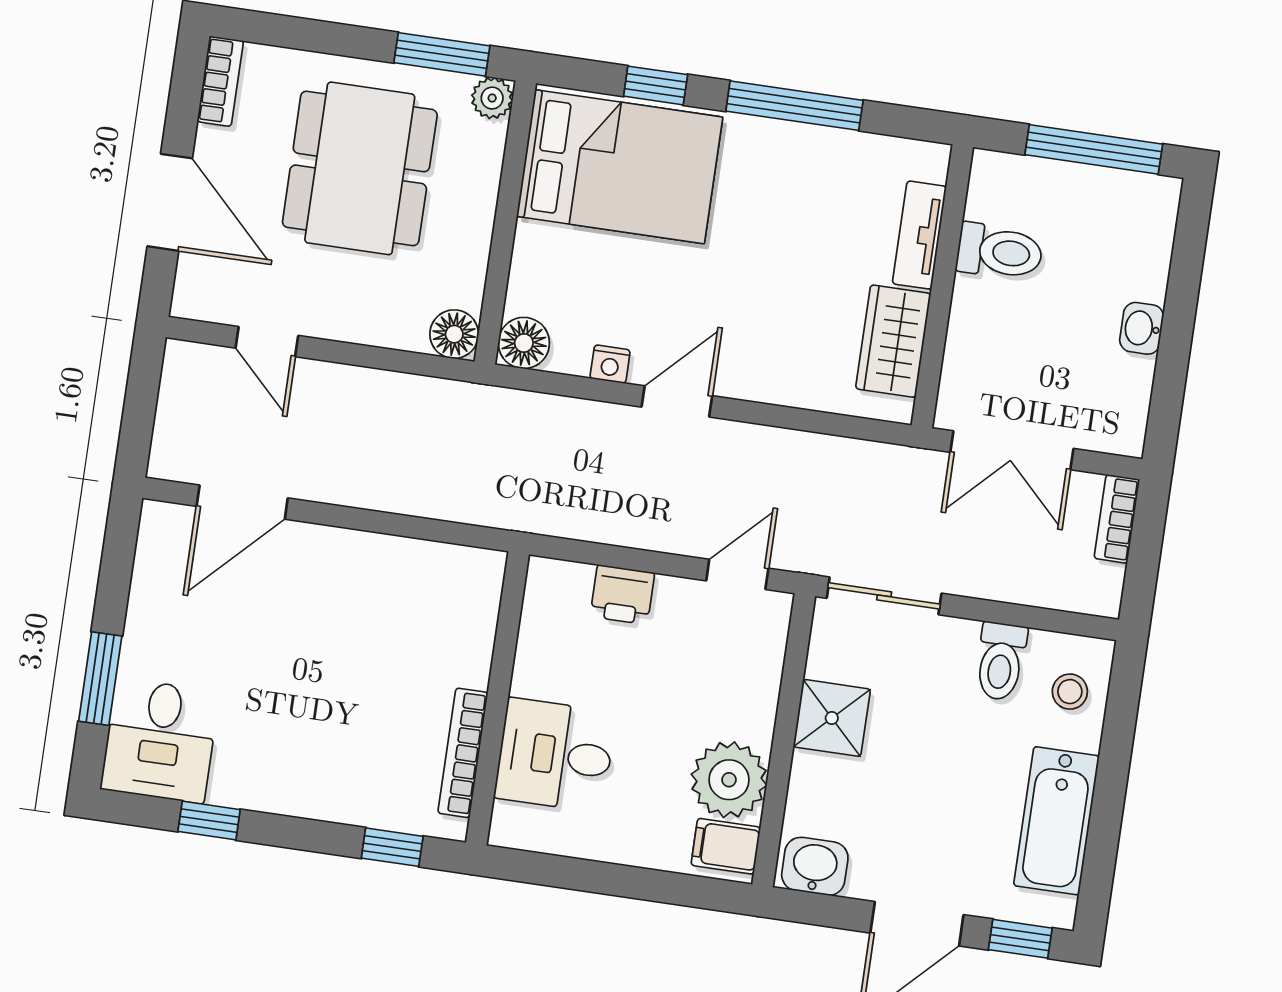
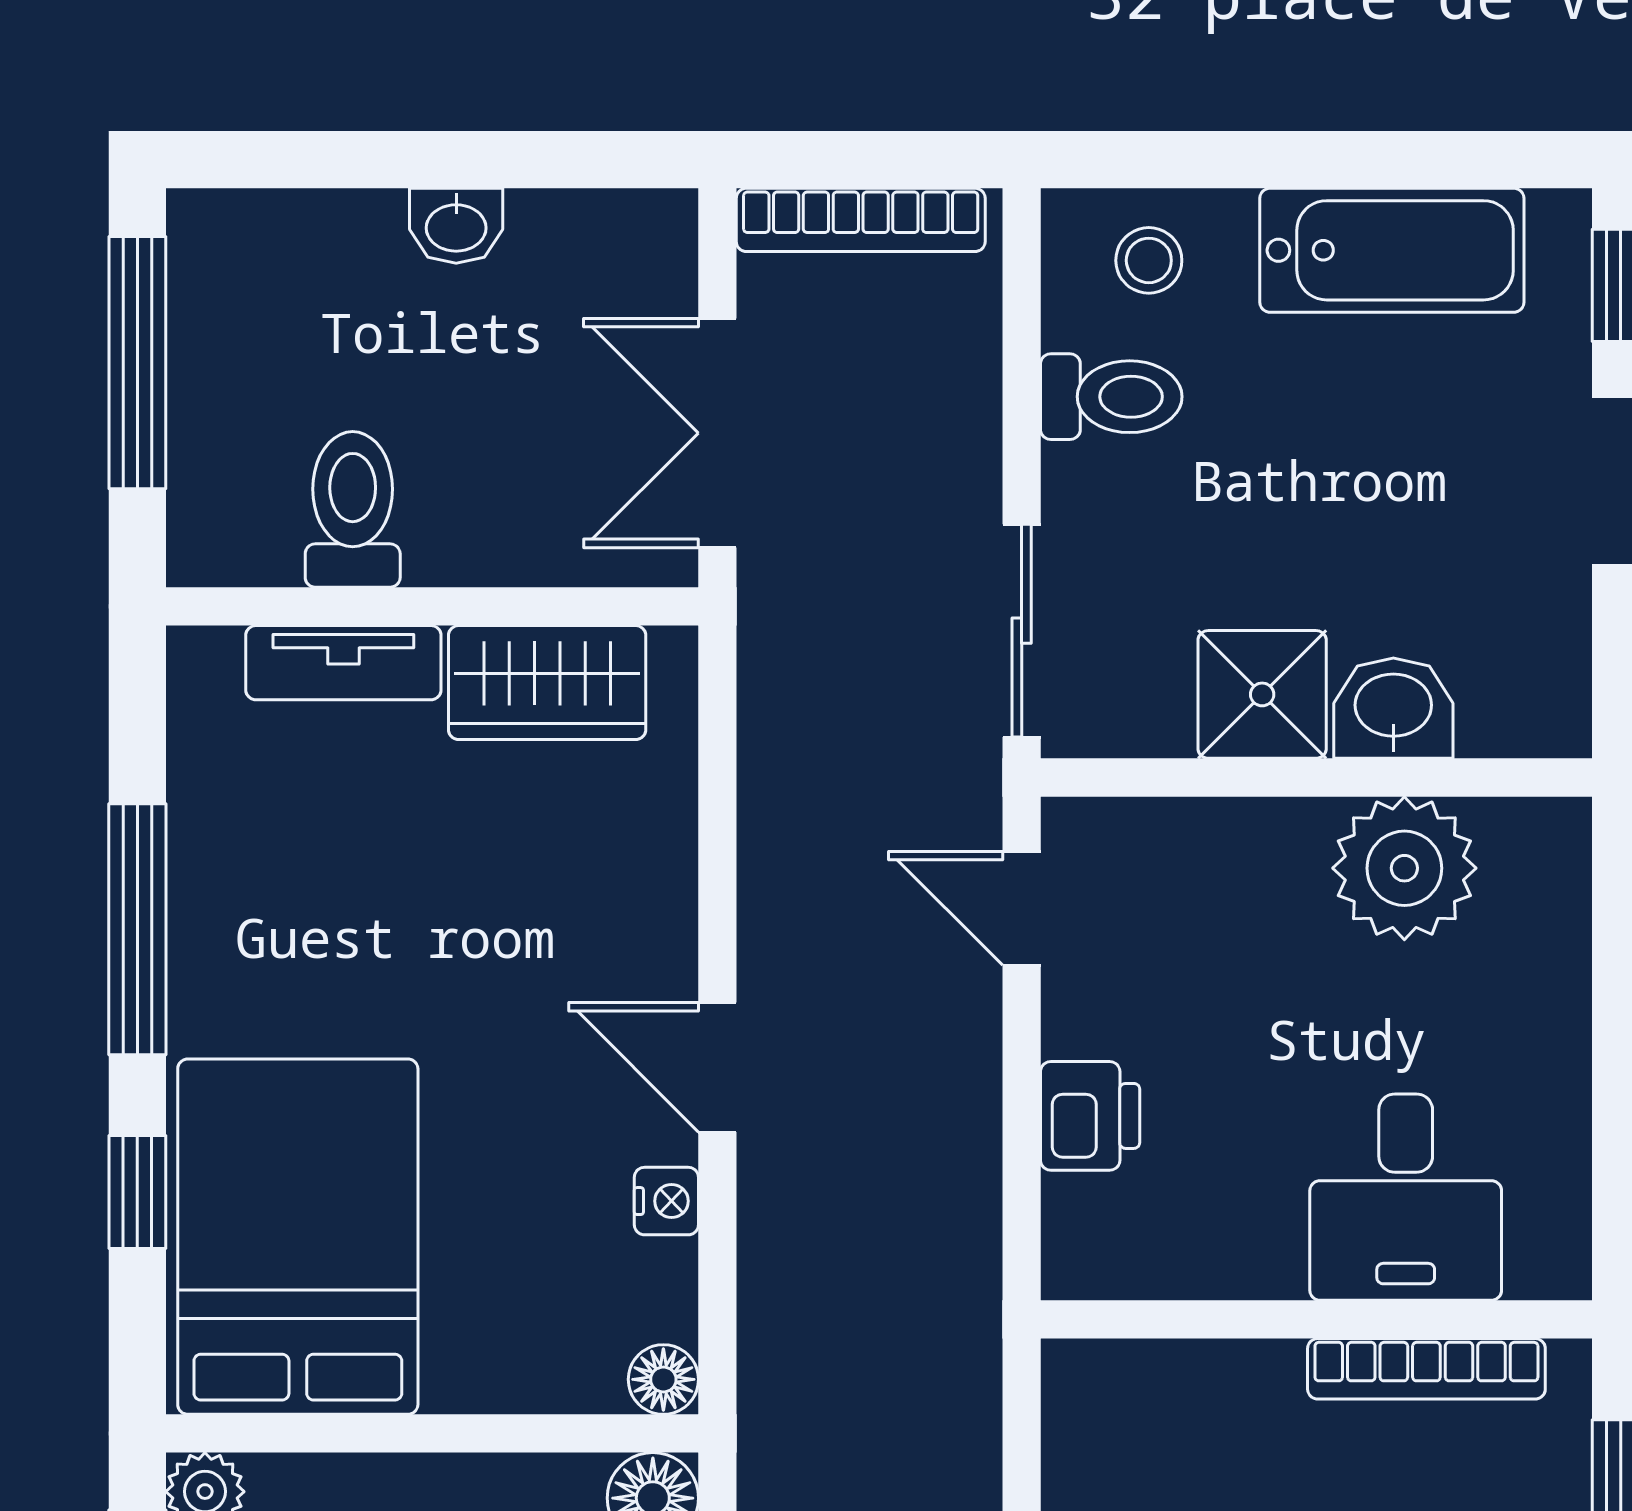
floor lamp: (524, 343) -> (663, 1379), width x0.73, depth x0.73
double door: (1012, 450) -> (717, 433), swing flipped
bookcase: (1117, 519) -> (861, 220), width x1.56
filing cabinet: (726, 846) -> (1528, 856), removed
washbasin: (815, 866) -> (1393, 708), moved, turned 90

